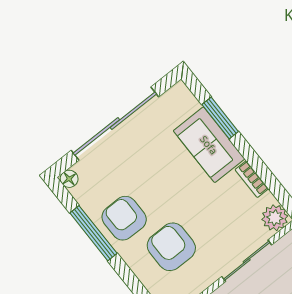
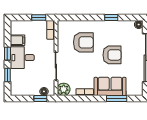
armchair: (124, 218) -> (112, 55), moved
window: (93, 233) -> (111, 18), width x0.46

